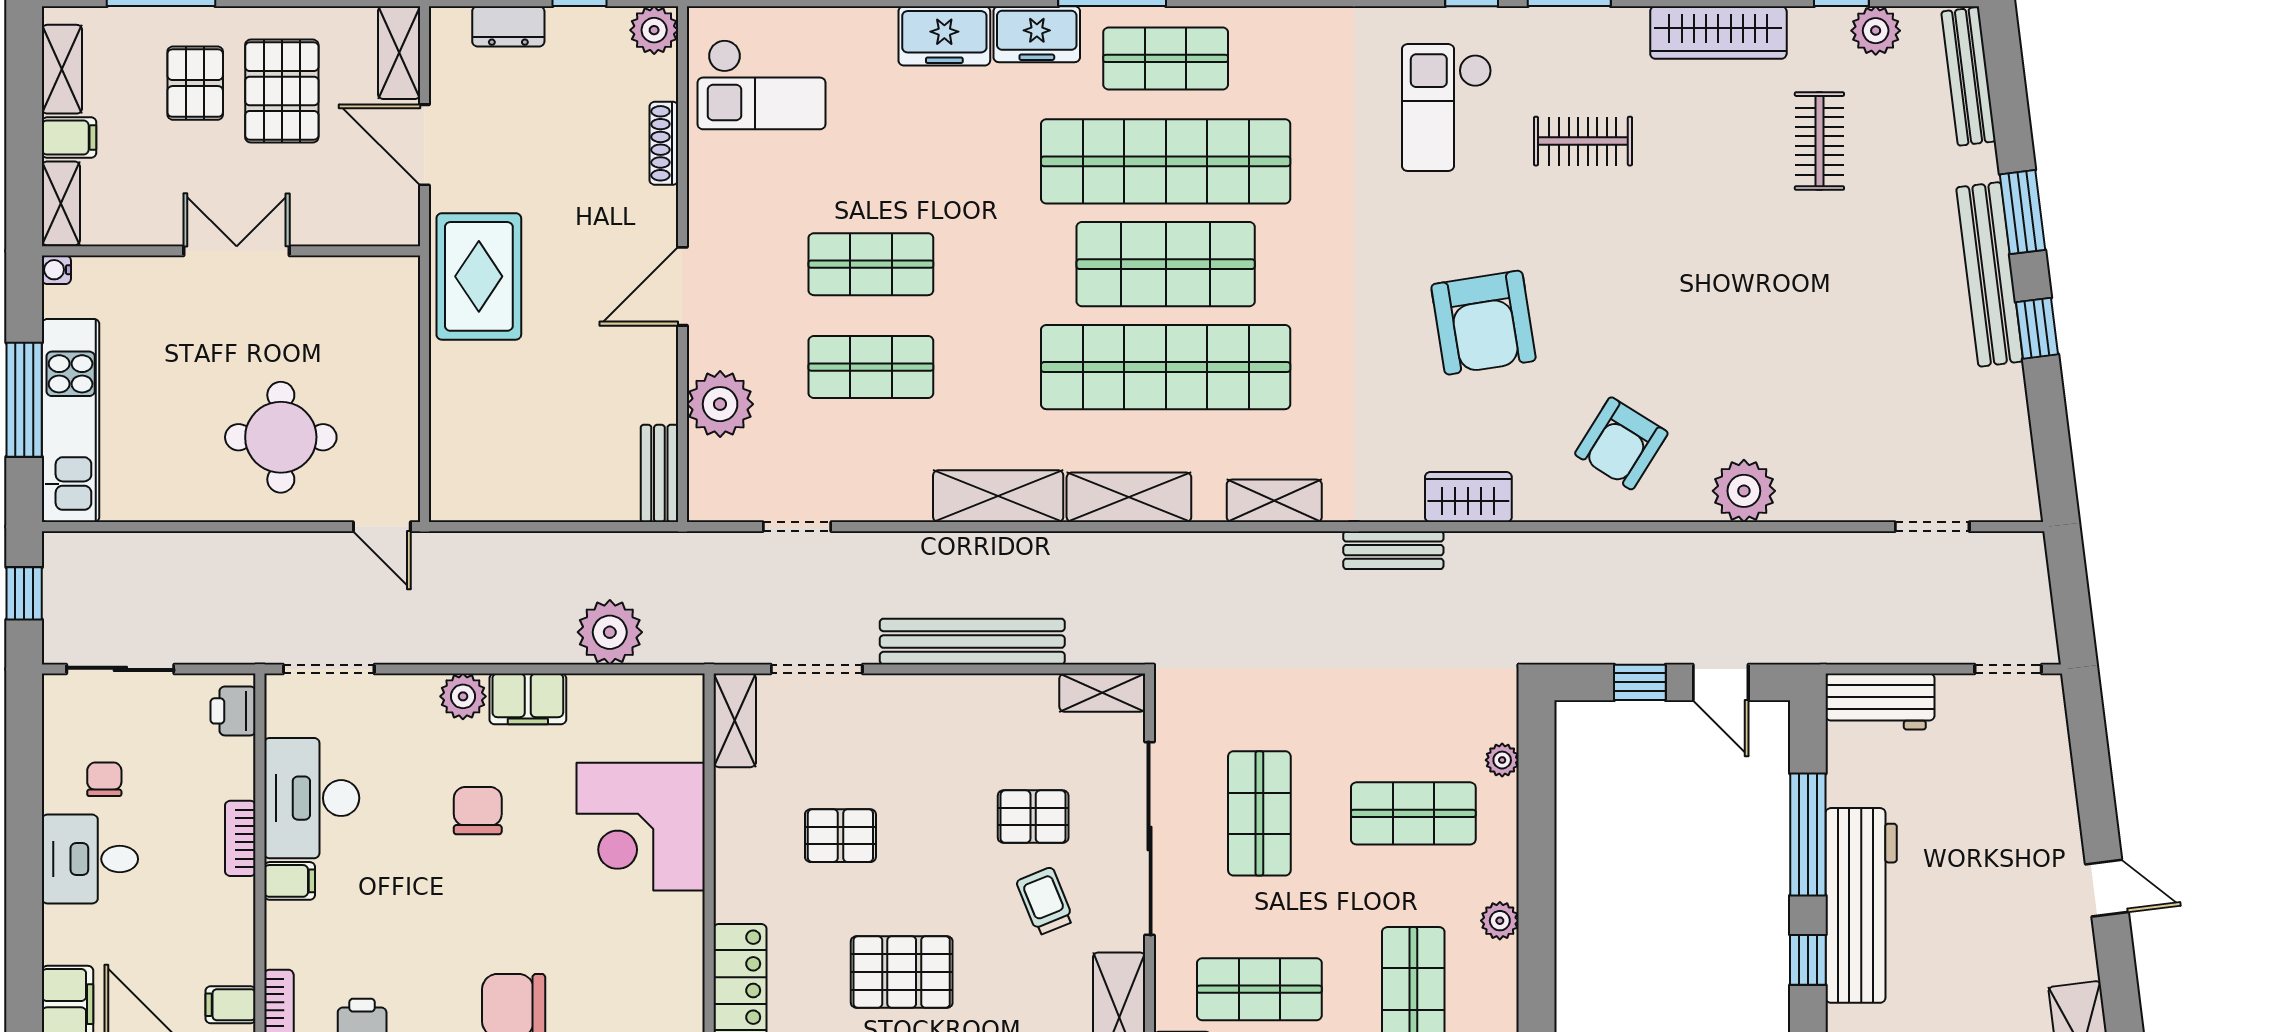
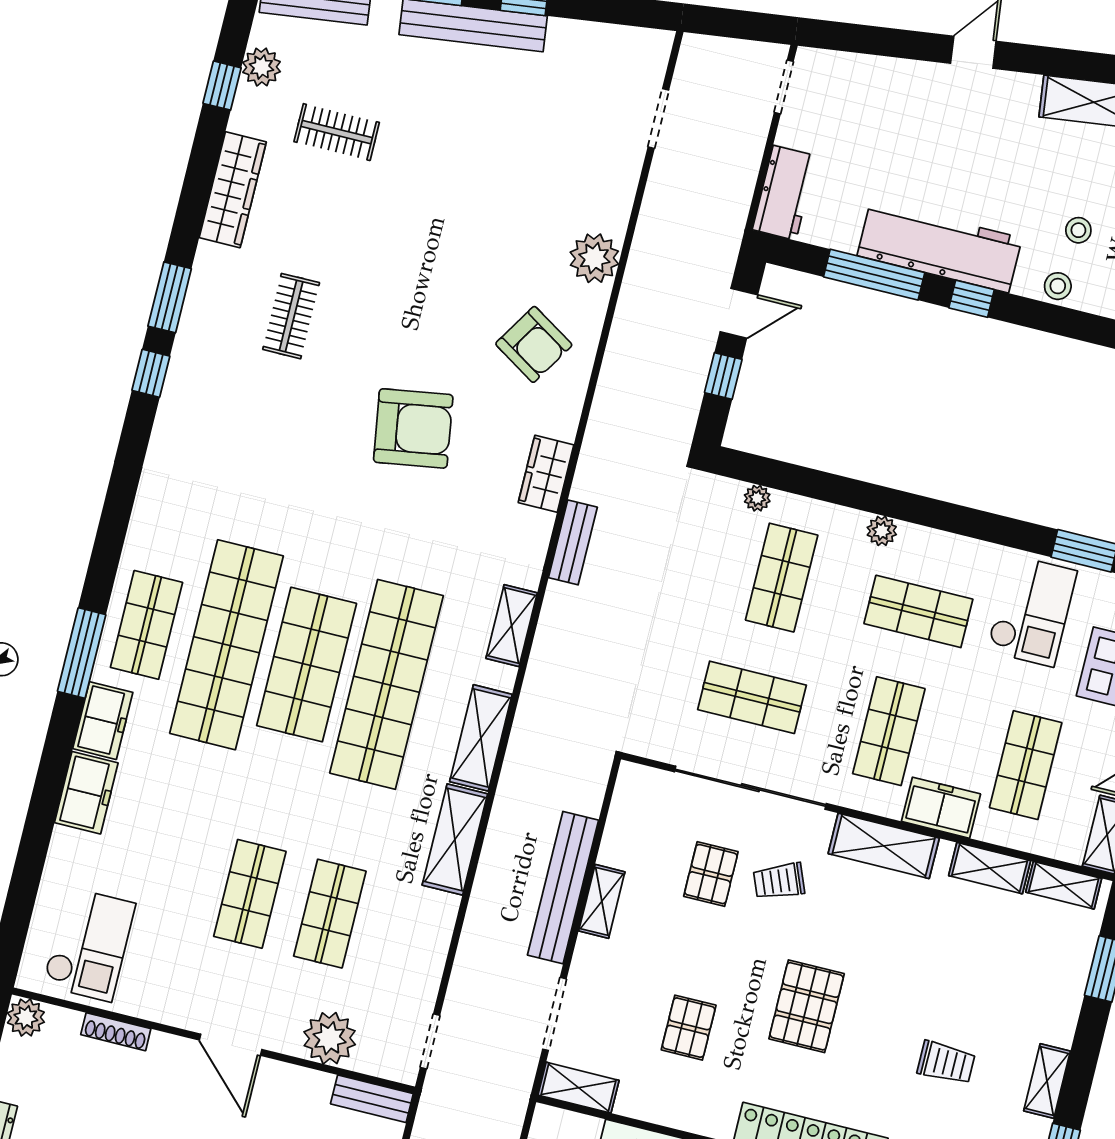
checkout: (1447, 108) -> (239, 416), removed
doorway: (797, 527) -> (430, 1041), moved
shelving: (1102, 693) -> (602, 901), moved

